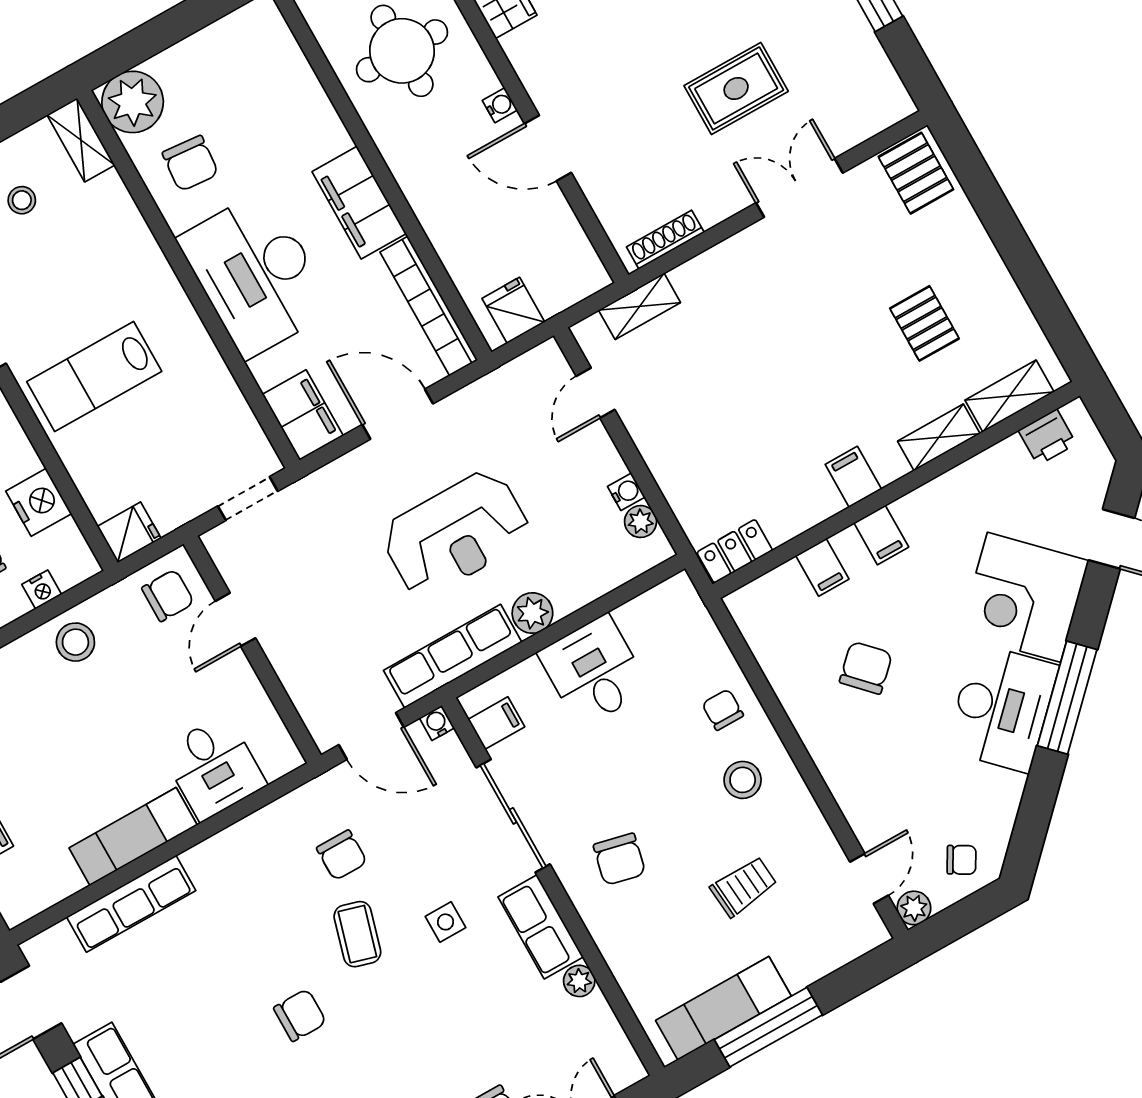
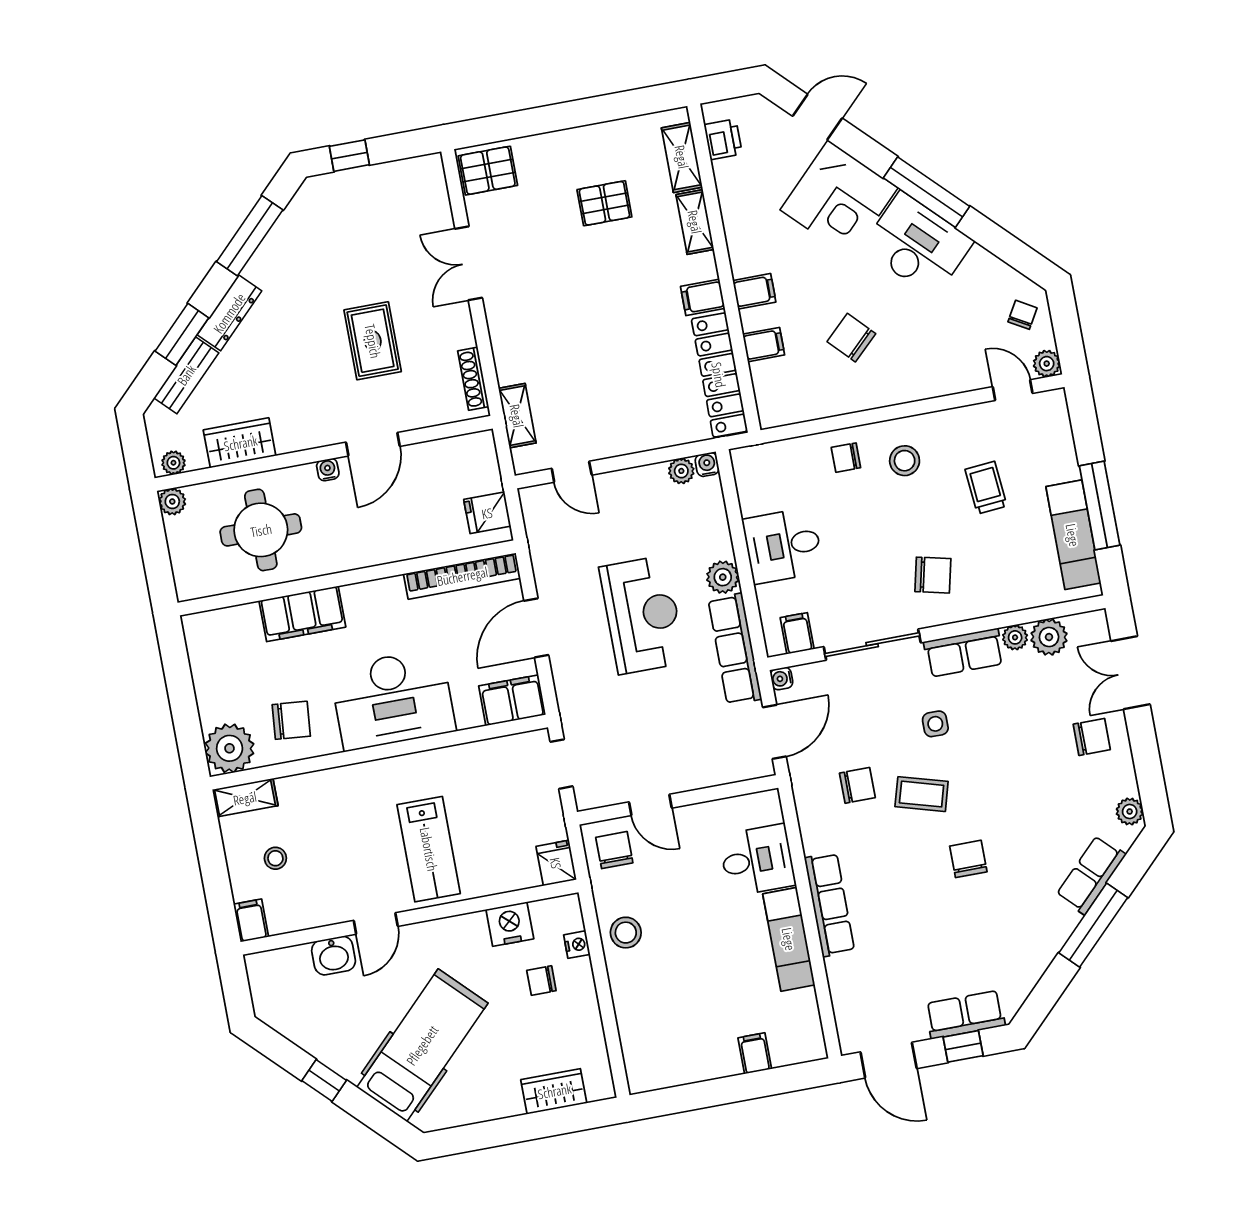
rug: (736, 88) -> (373, 341), moved
filing cabinet: (359, 203) -> (302, 614), moved
water cooler: (626, 492) -> (707, 464), moved
locker: (735, 551) -> (719, 375), width x2.16, depth x1.21
row of seats: (131, 904) -> (830, 905), moved
plant: (593, 1021) -> (1049, 637), added

